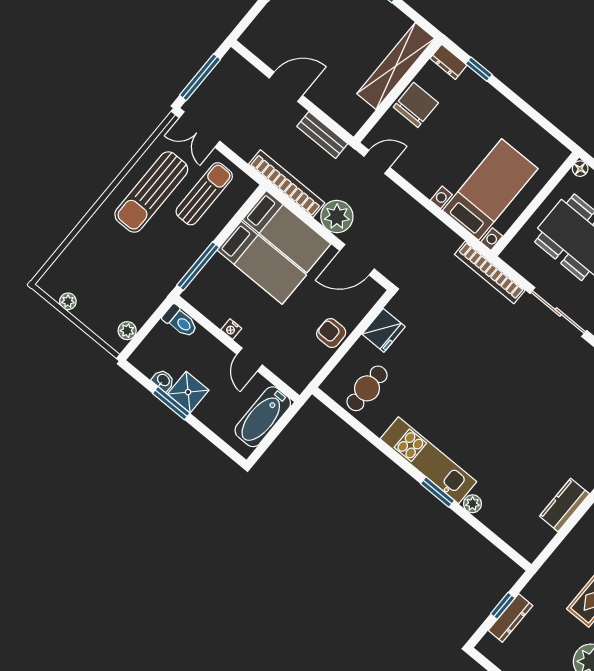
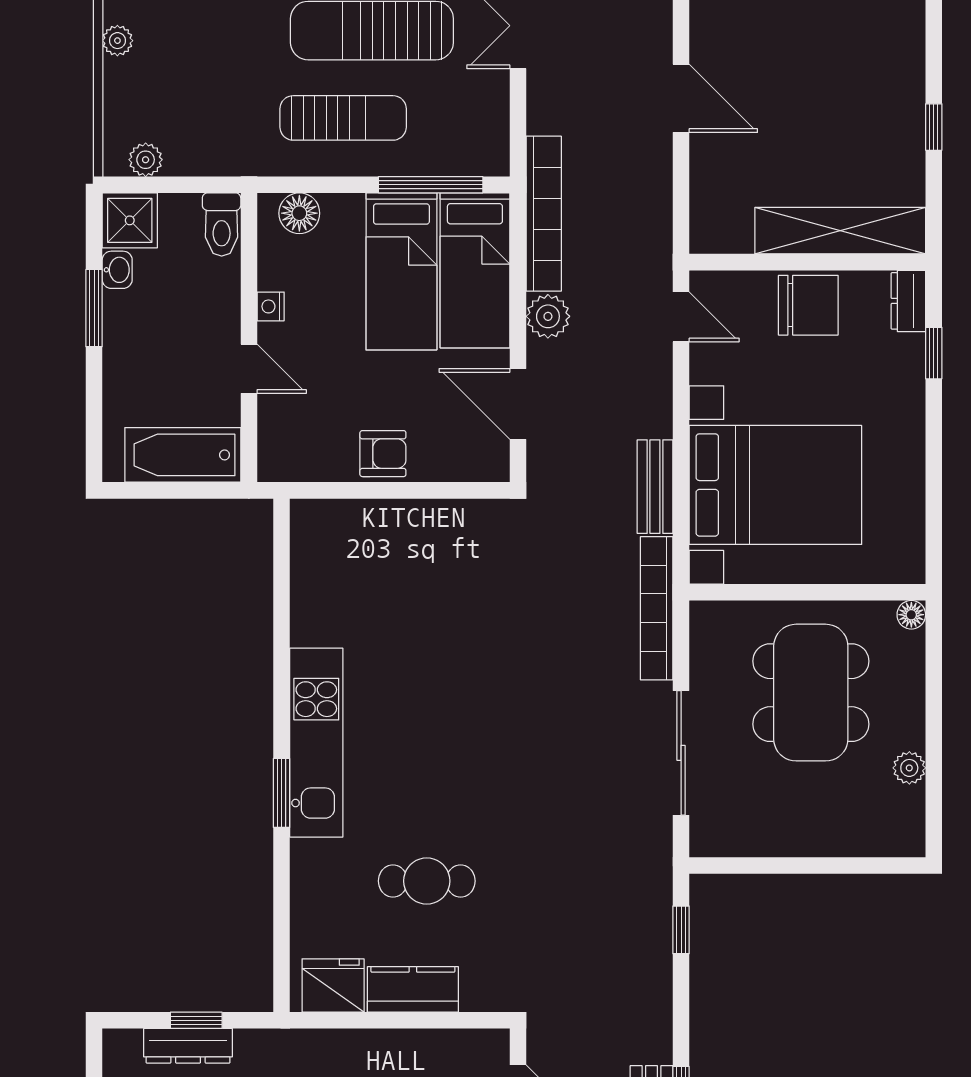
bench: (322, 135) -> (655, 487), moved
bed with nightstands: (490, 190) -> (775, 485), width x1.36
sun lounger: (204, 194) -> (343, 118), moved
plant: (337, 217) -> (548, 316), width x0.73, depth x0.73
window: (198, 266) -> (431, 185), moved
floor lamp: (202, 285) -> (299, 213), added
fridge: (384, 330) -> (333, 985), moved, turned 180
armchair: (331, 333) -> (383, 454), turned 90
door: (250, 360) -> (249, 369), swing flipped
cafe table: (367, 388) -> (427, 881), moved
shower: (188, 392) -> (130, 220), moved
plant: (473, 504) -> (306, 857), removed

